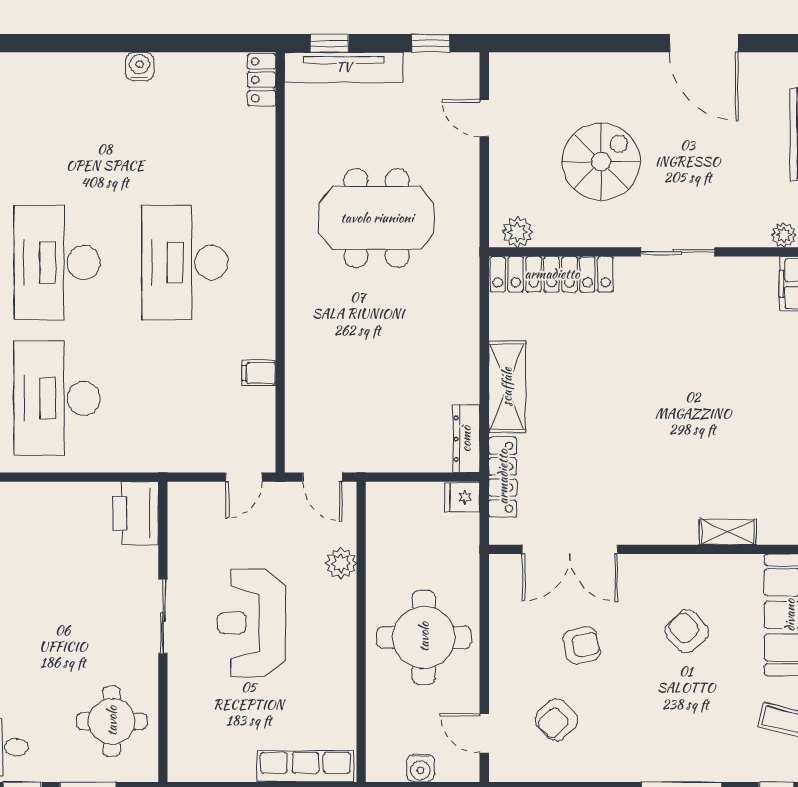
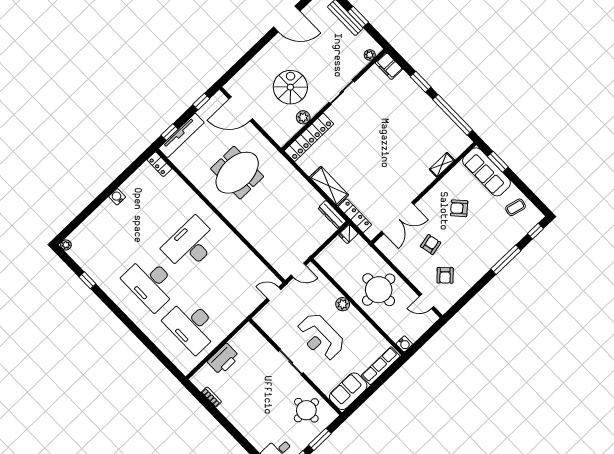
door: (484, 118) -> (241, 109), width x1.88
plant: (517, 232) -> (303, 117), moved
desk: (185, 262) -> (190, 245), turned 90
filing cabinet: (259, 373) -> (247, 257), removed
door: (244, 477) -> (274, 294), swing flipped
printer: (136, 513) -> (223, 359), moved, turned -90
plant: (341, 563) -> (343, 304), moved
sofa: (211, 757) -> (348, 391), added
water cooler: (420, 768) -> (404, 344), moved

